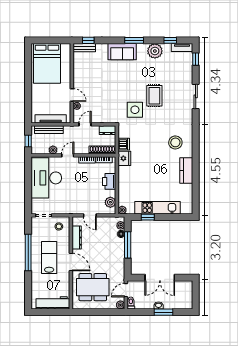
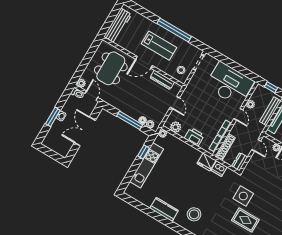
door: (90, 215) -> (175, 103), swing flipped

